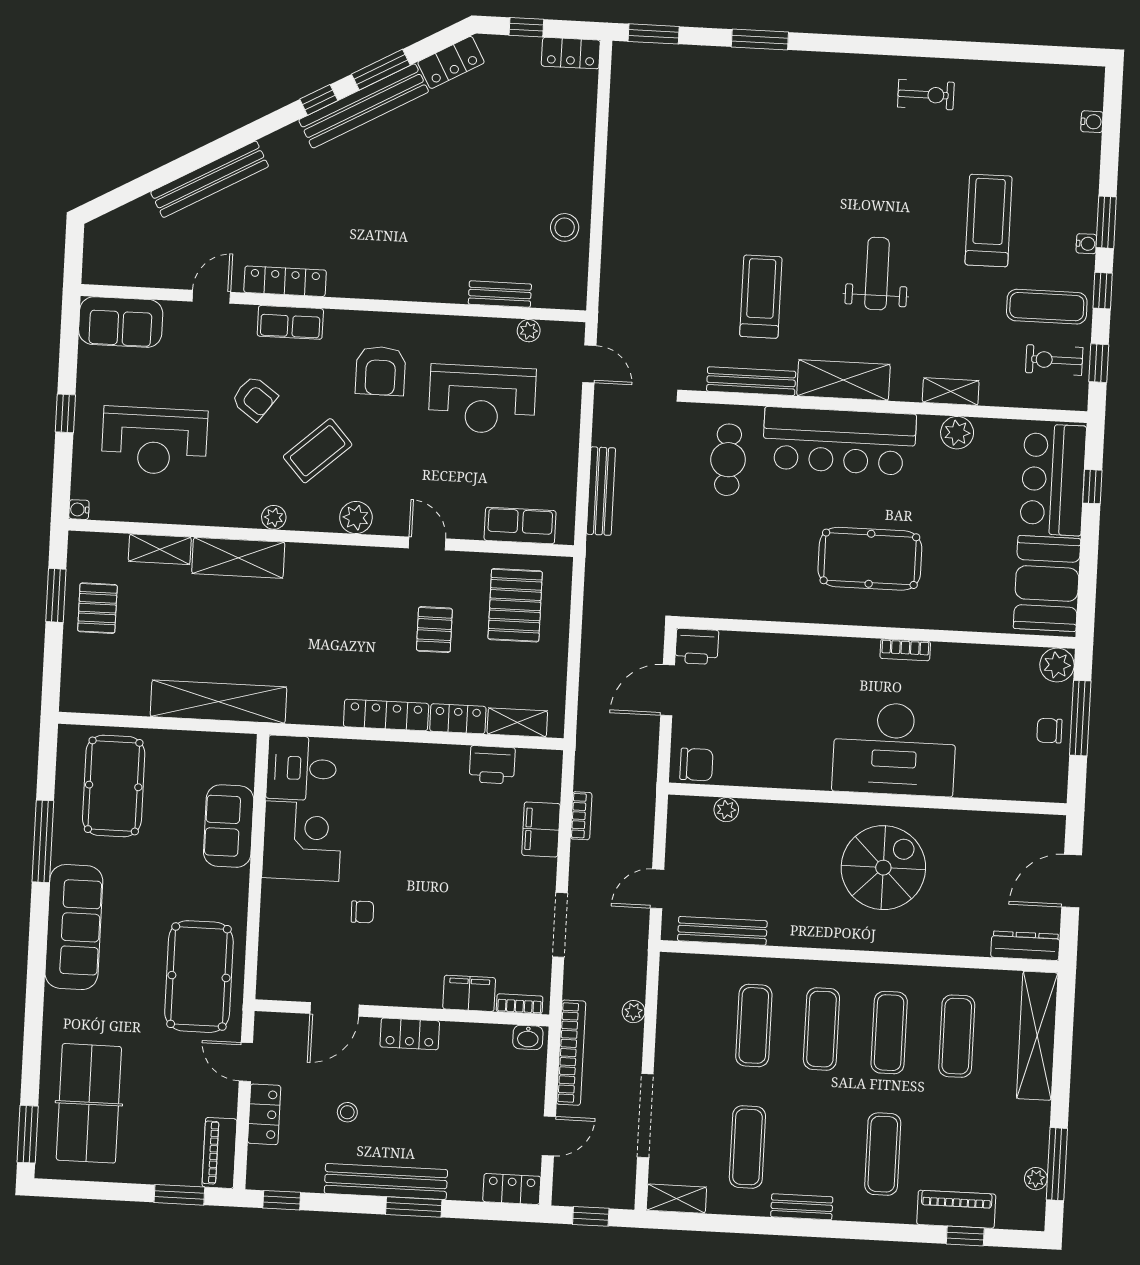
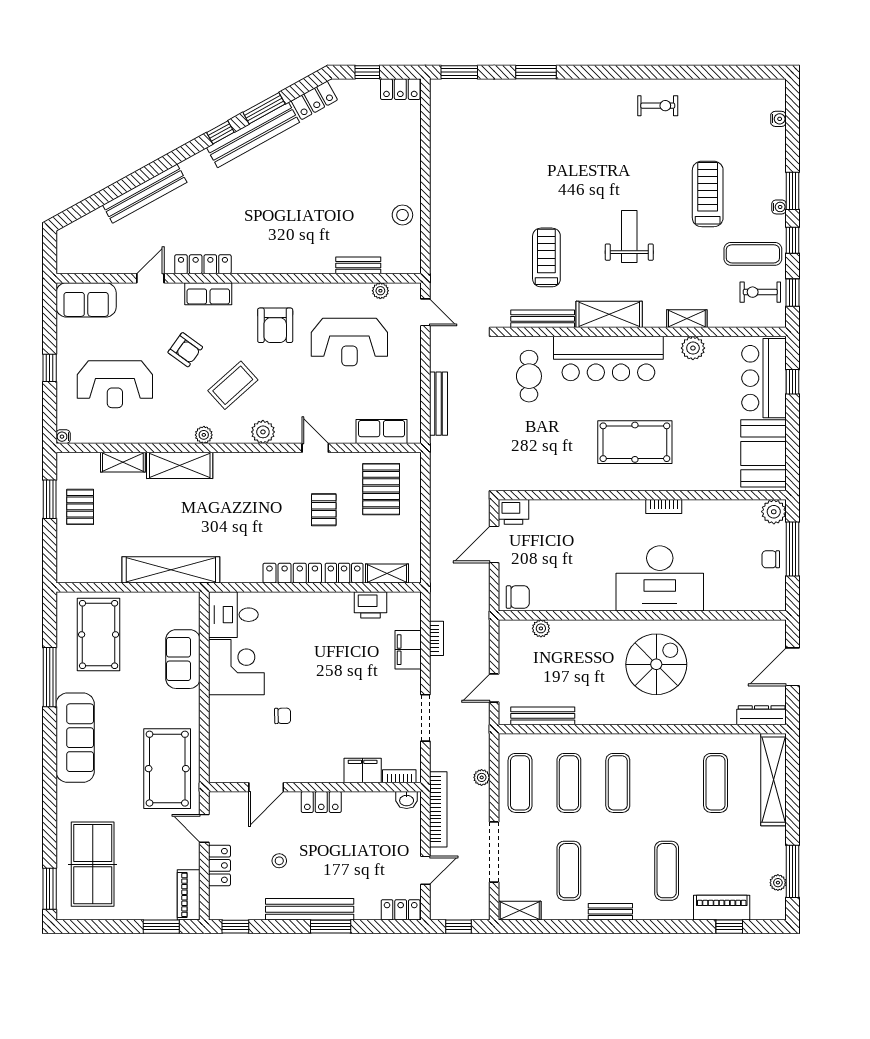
exercise mat: (889, 1033) -> (520, 783), moved

